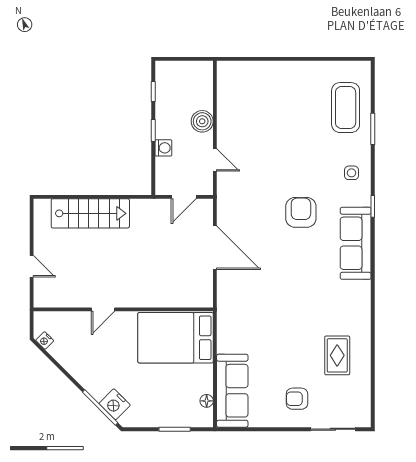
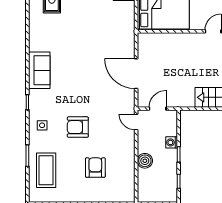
armchair: (274, 112) -> (95, 168), added
door: (215, 160) -> (136, 122), moved
armchair: (301, 212) -> (78, 127), moved, turned 90
sofa: (356, 243) -> (39, 70), width x0.73

